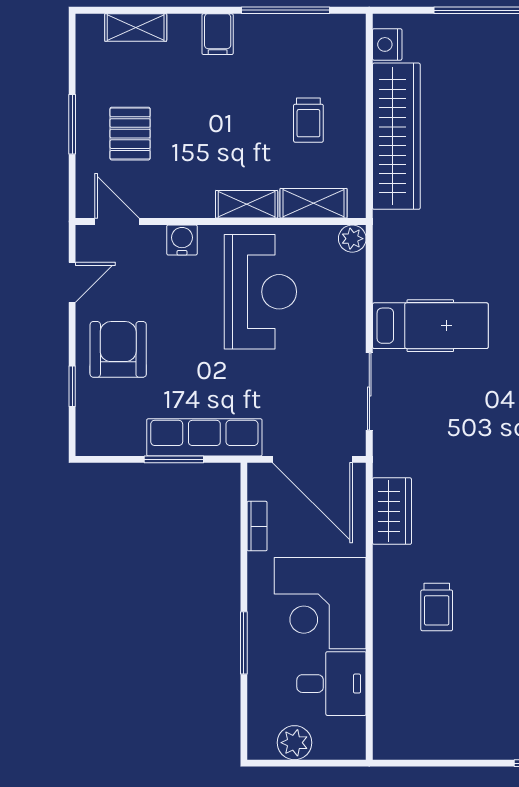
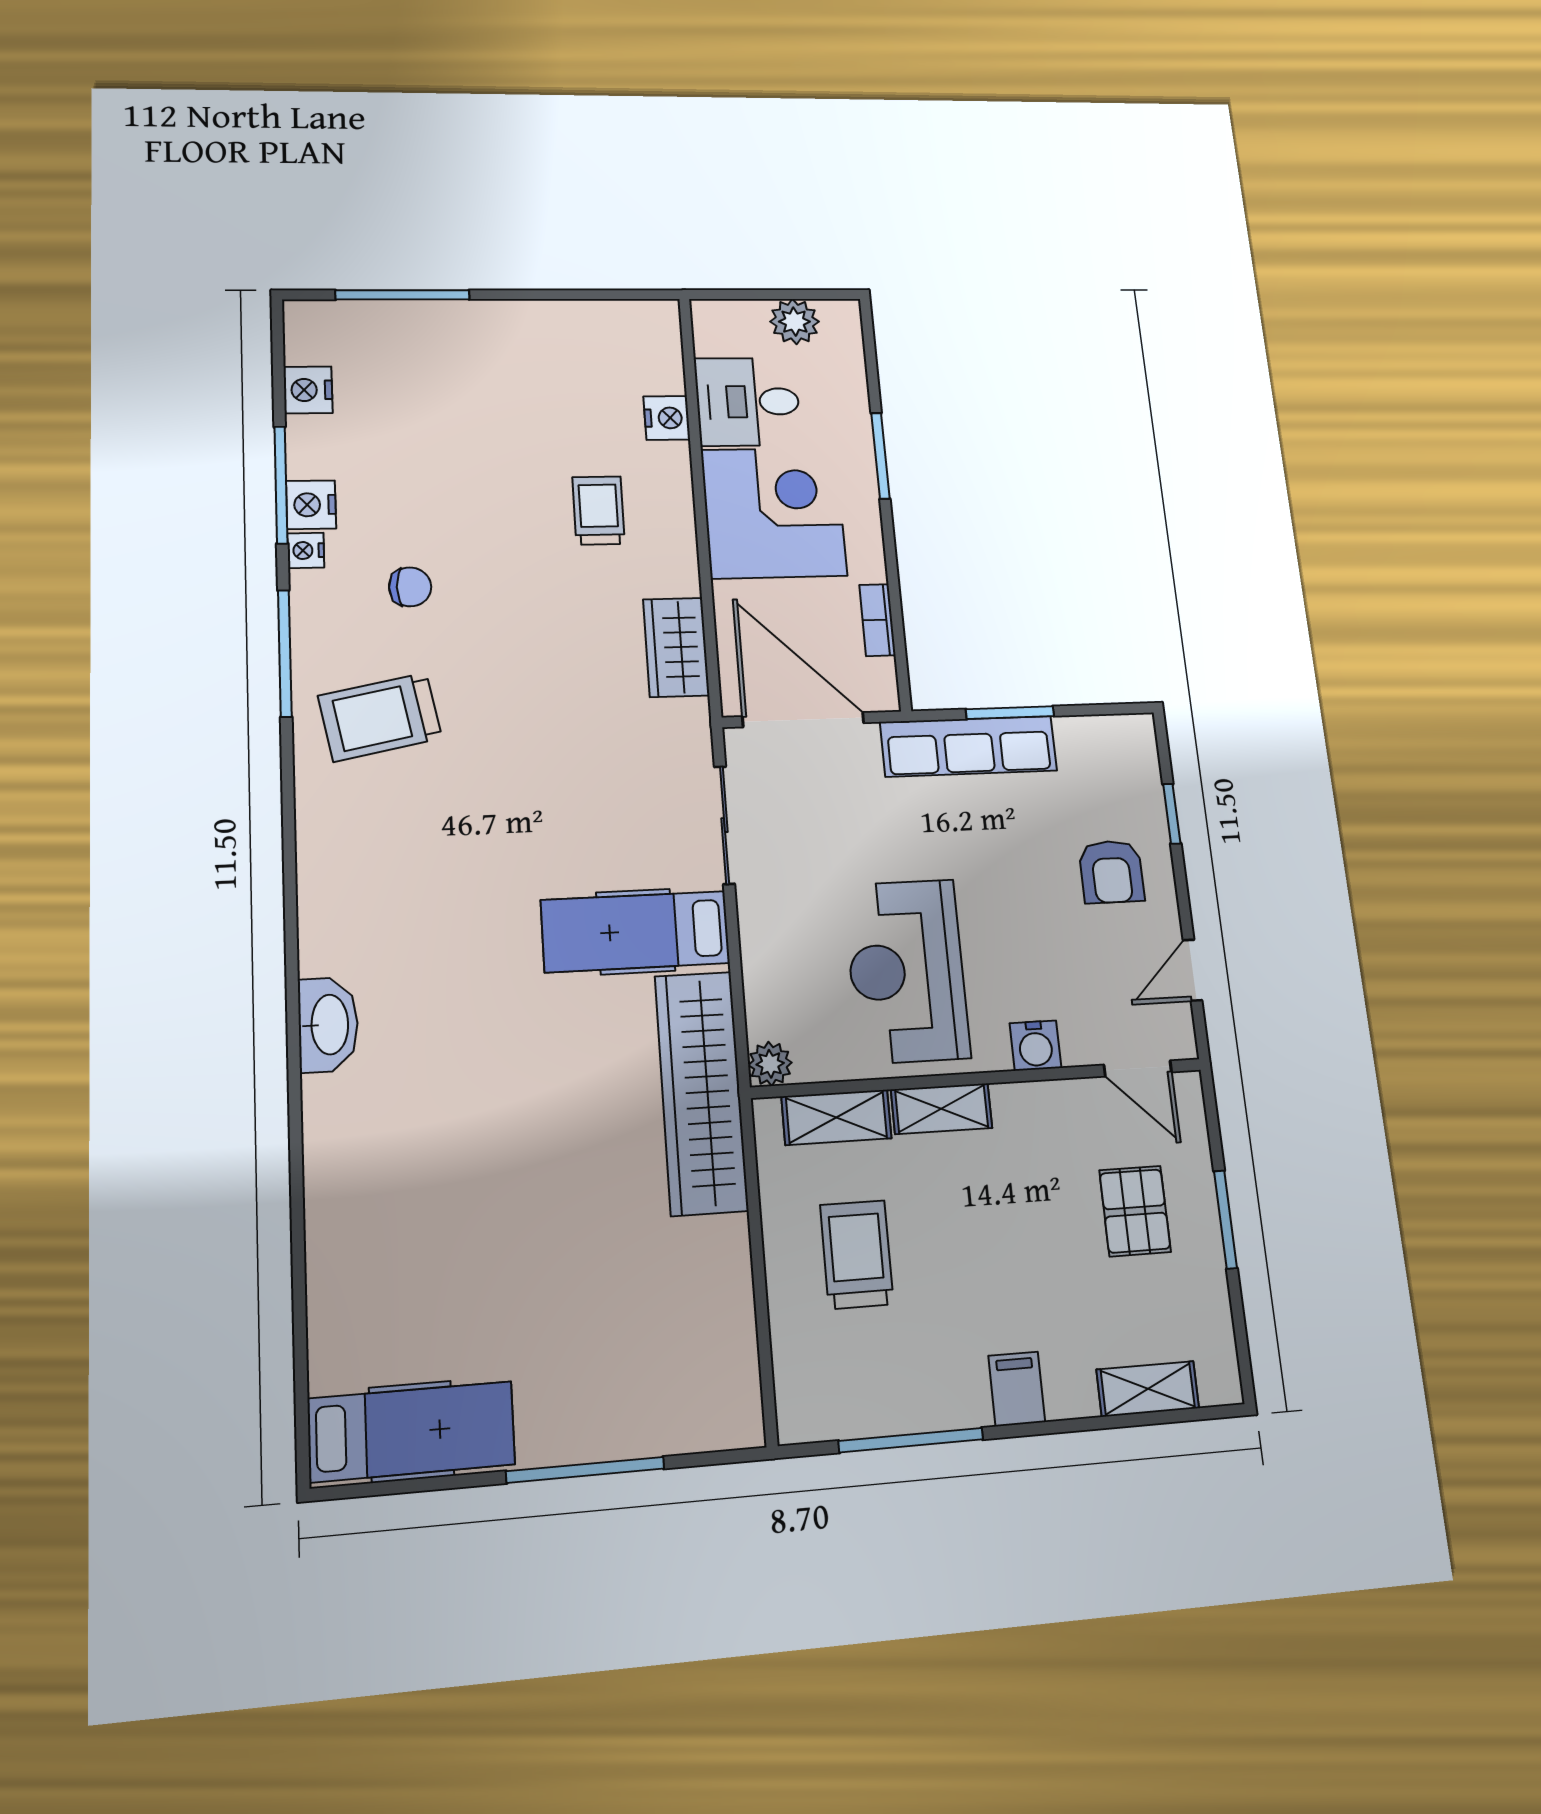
nightstand: (387, 44) -> (667, 418), moved
trolley: (308, 120) -> (857, 1254), width x1.36, depth x1.39
wardrobe: (396, 136) -> (701, 1092), moved
armchair: (118, 349) -> (1111, 872), width x0.72, depth x0.72

